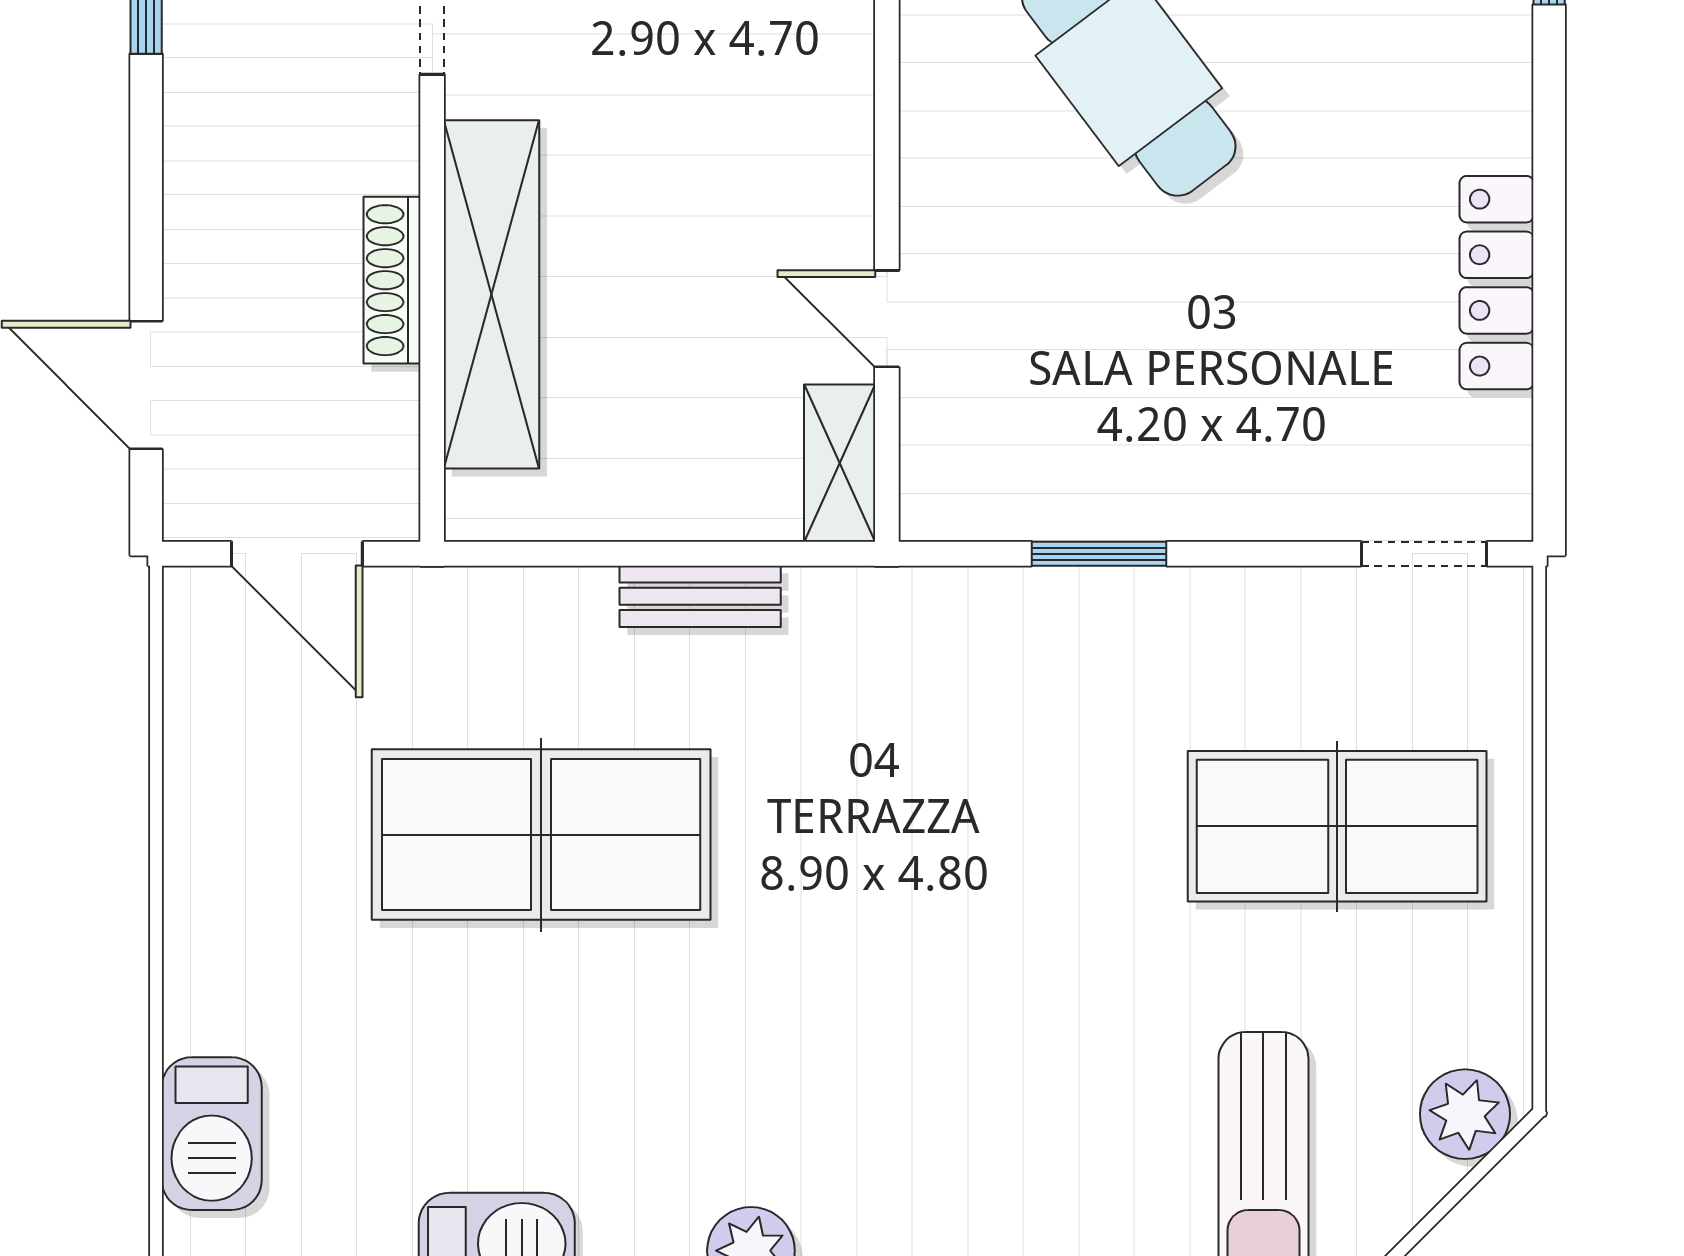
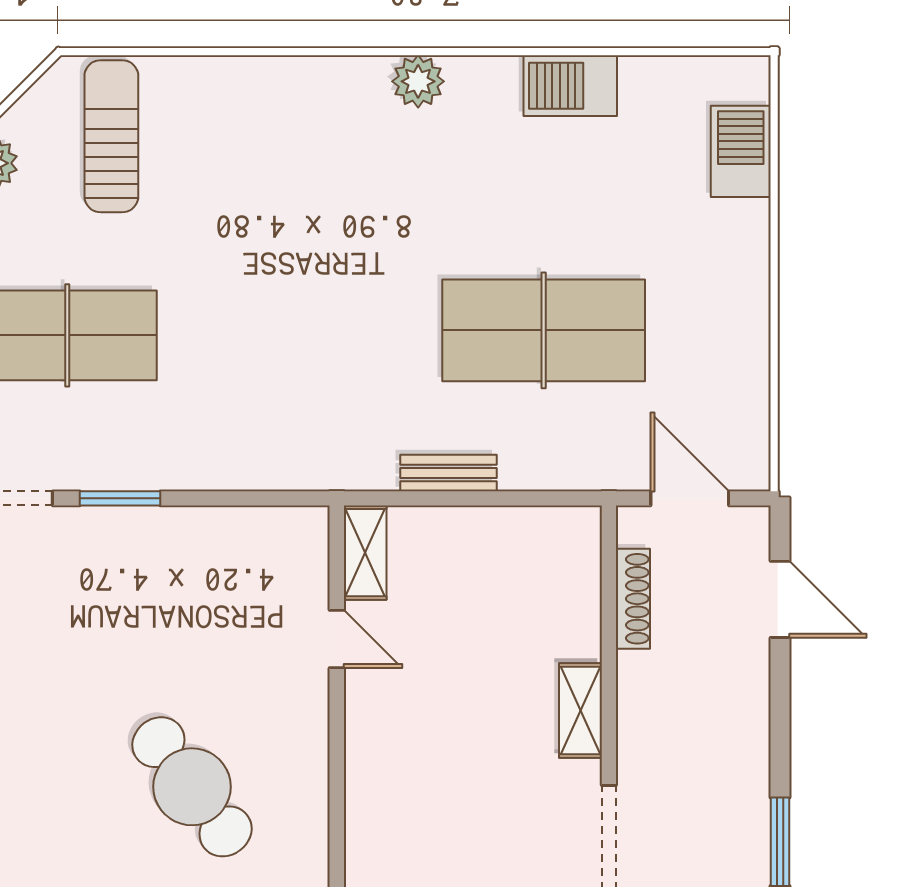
shoe rack: (392, 280) -> (633, 599), moved
shelving: (491, 294) -> (580, 711), width x0.45, depth x0.75
window: (1099, 554) -> (120, 498), moved

